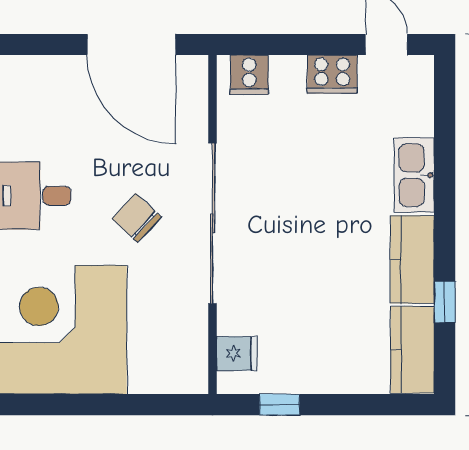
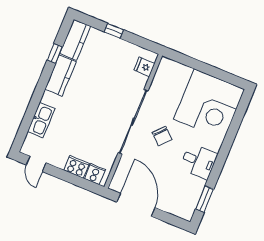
cooker: (332, 74) -> (76, 167), moved
kitchen sink: (414, 175) -> (41, 120), moved
window: (279, 405) -> (114, 31), moved

